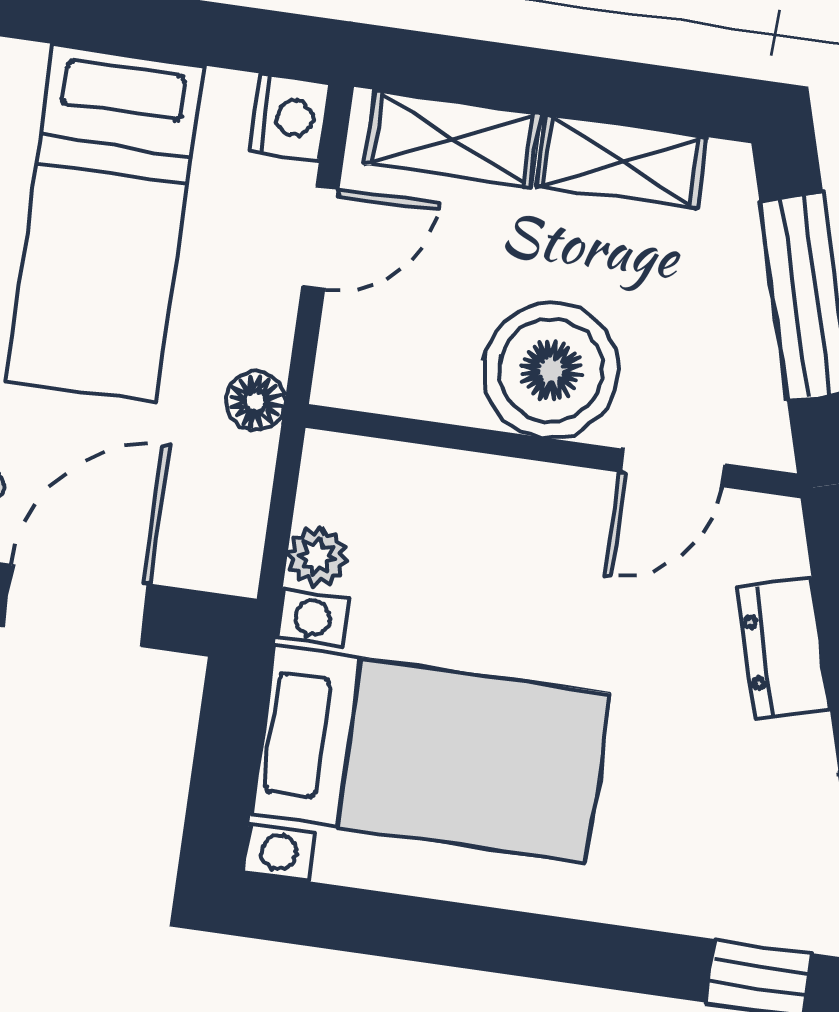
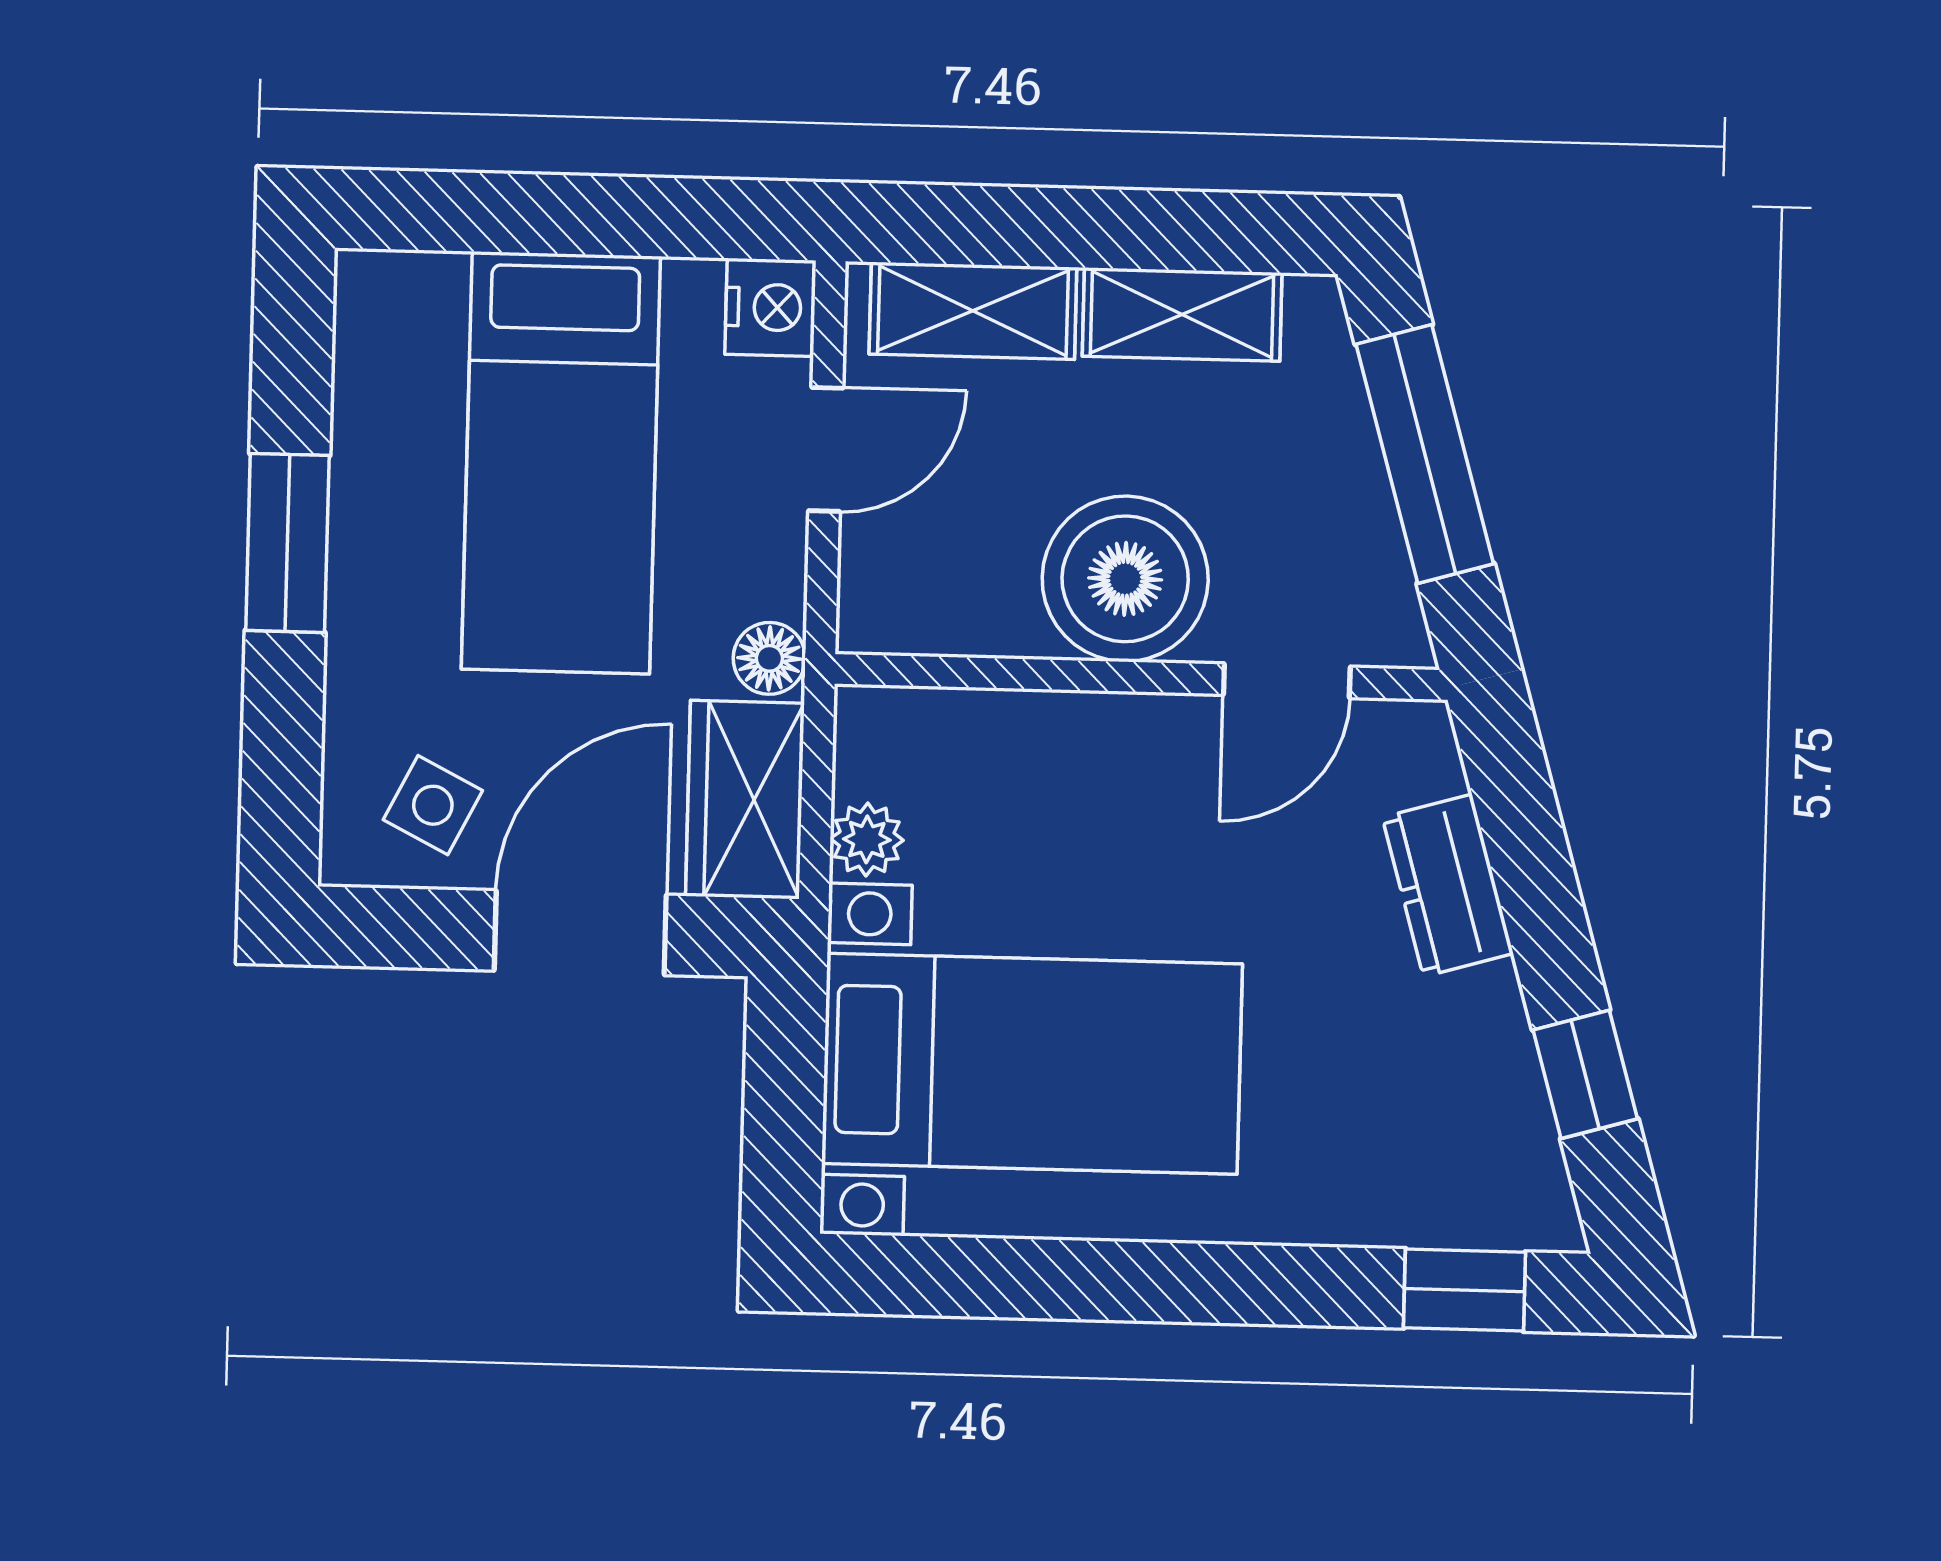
wardrobe: (222, 513) -> (745, 800), added

